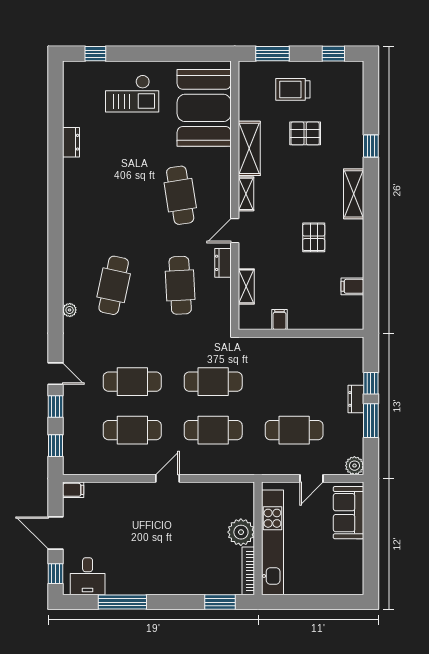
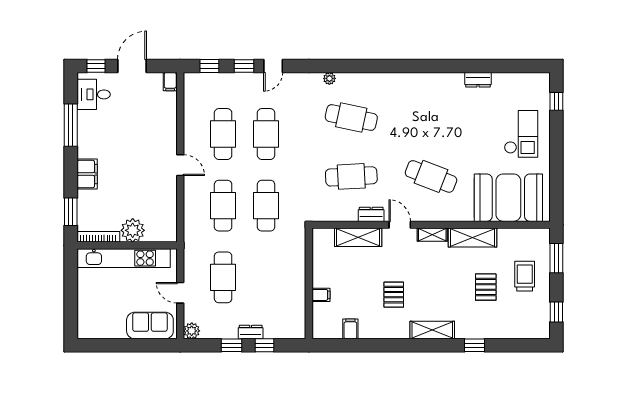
checkout: (132, 94) -> (521, 134), turned 180
cafe table: (180, 195) -> (431, 176), turned 30
pallet: (314, 237) -> (394, 295), turned 90
shelving: (246, 286) -> (358, 237), width x1.50, depth x1.33
filing cabinet: (280, 320) -> (321, 295), moved
window: (371, 421) -> (232, 345), width x0.67
filing cabinet: (177, 584) -> (87, 174), added

